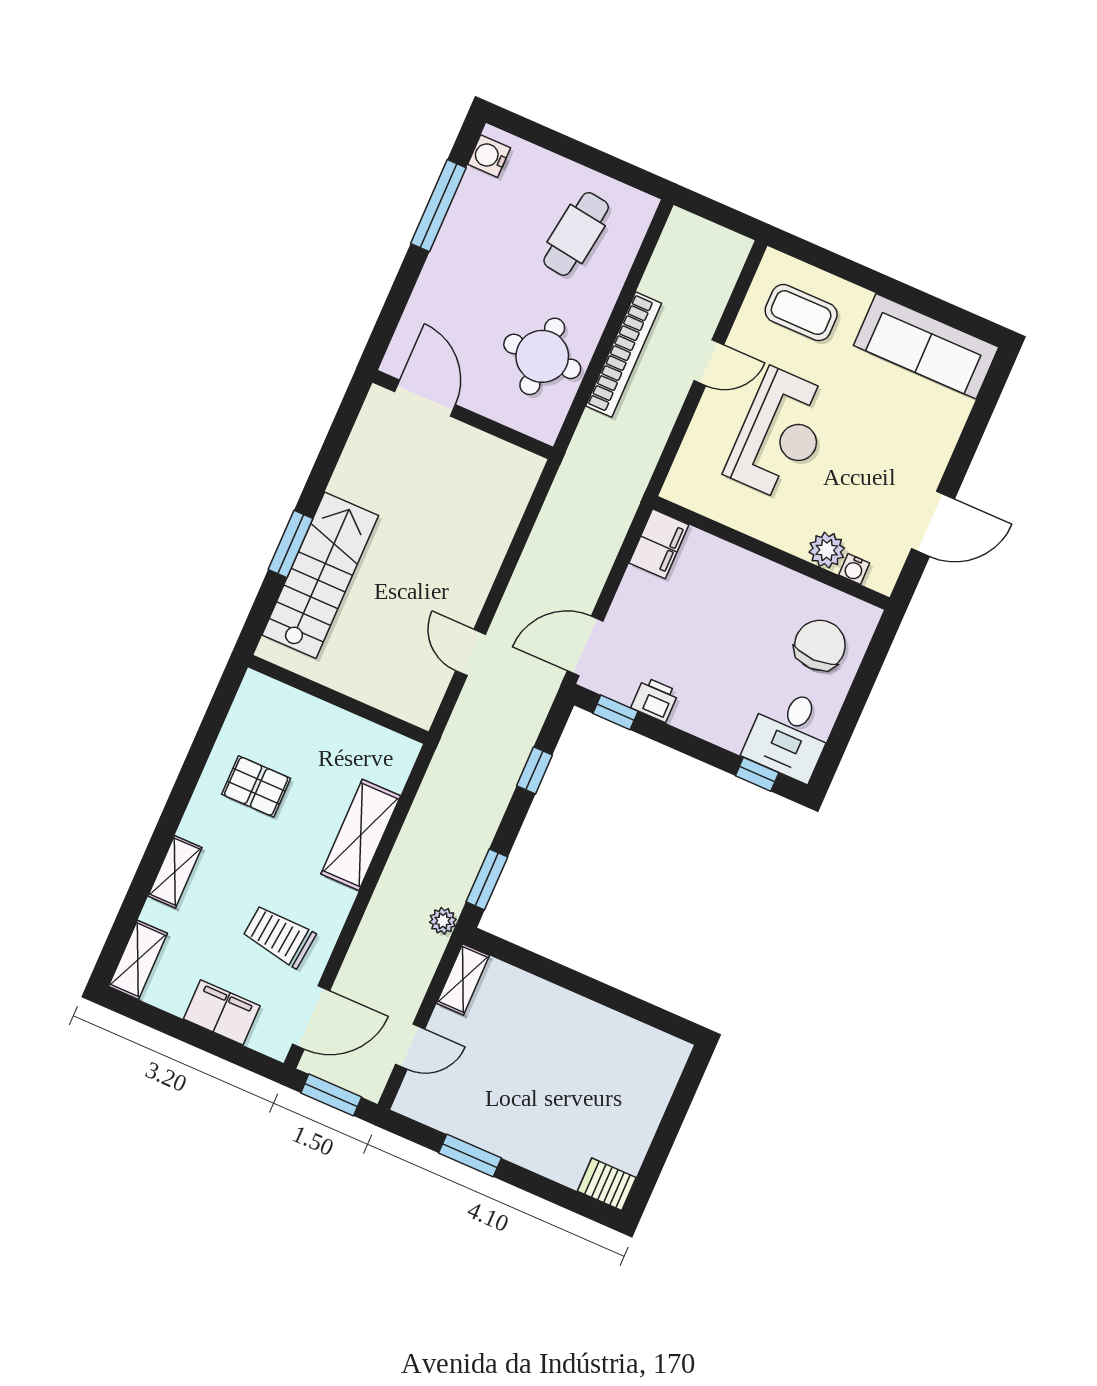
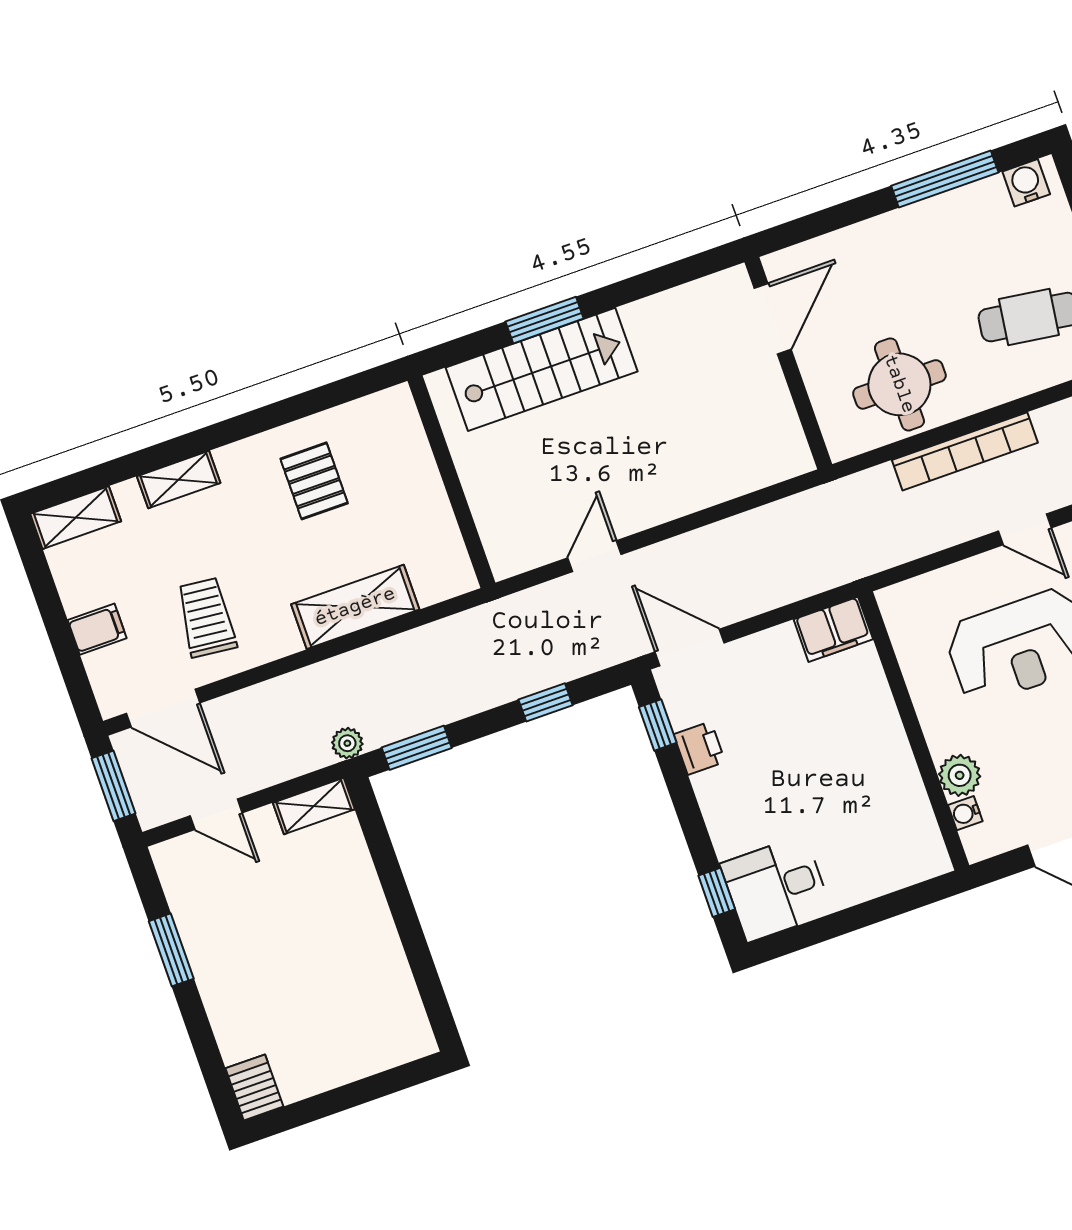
chair: (820, 645) -> (874, 844), removed
filing cabinet: (222, 1012) -> (97, 629), width x0.50

